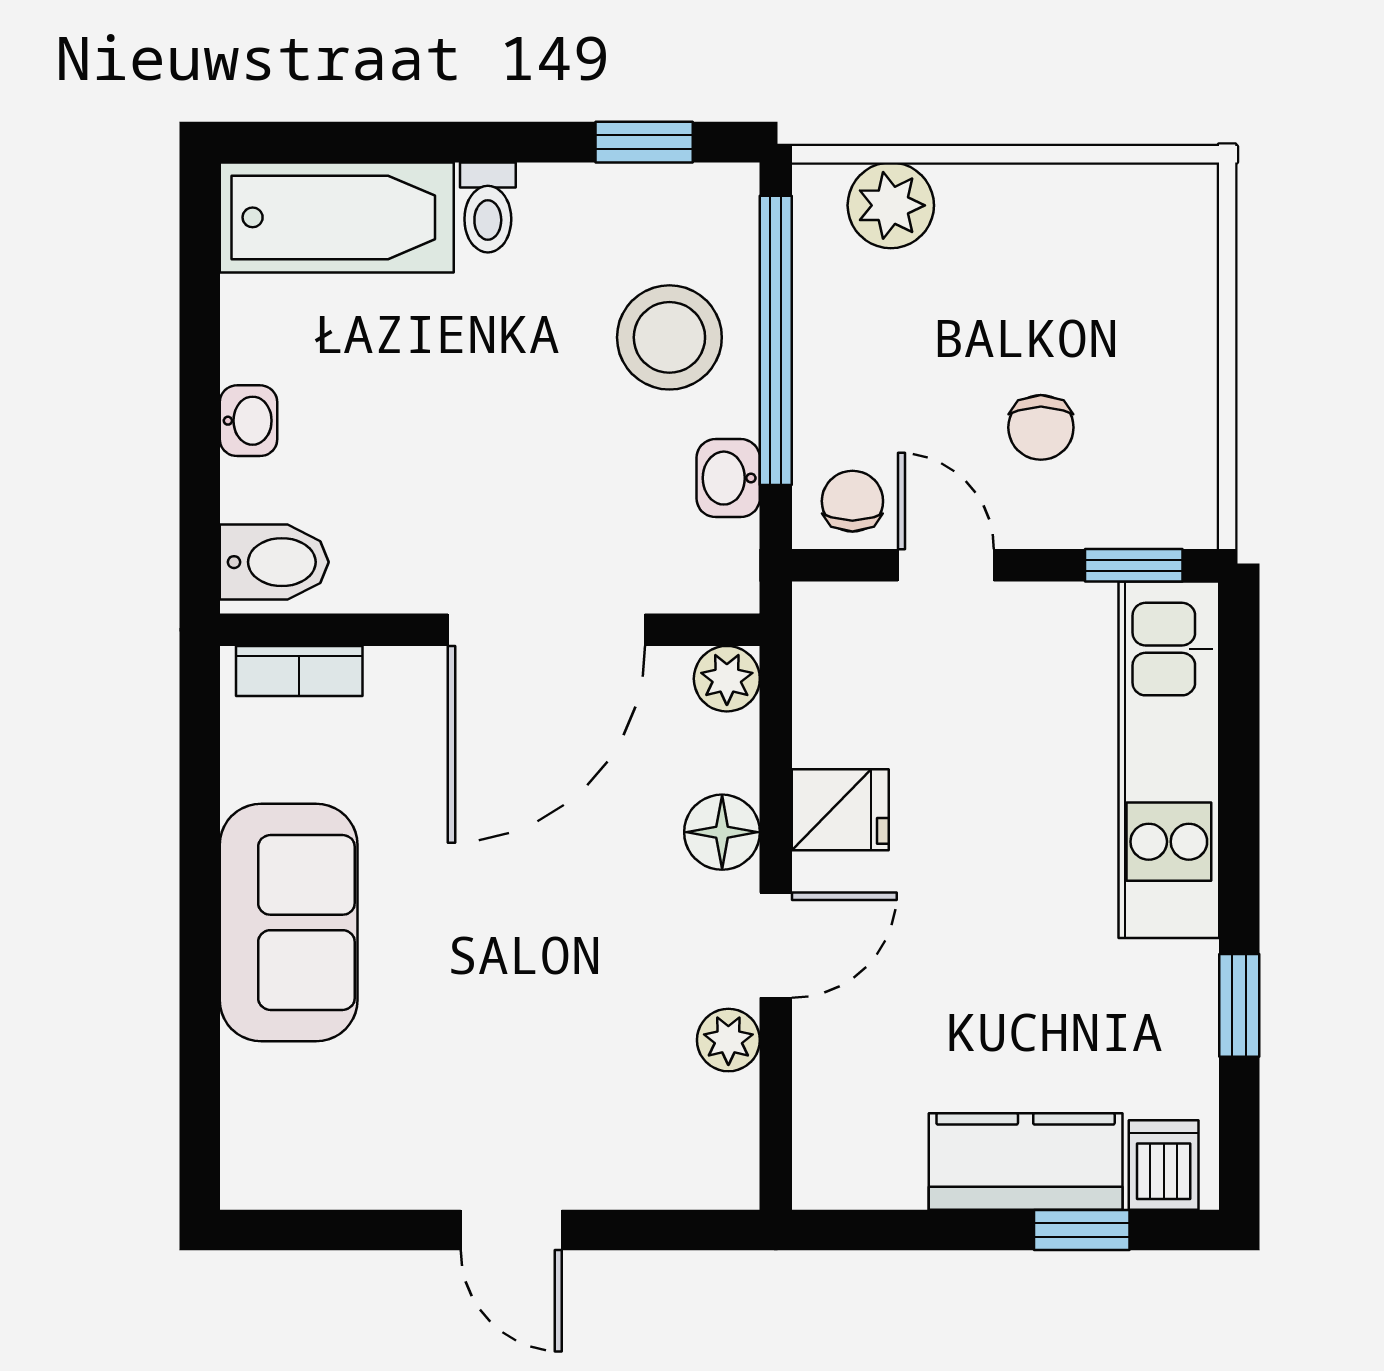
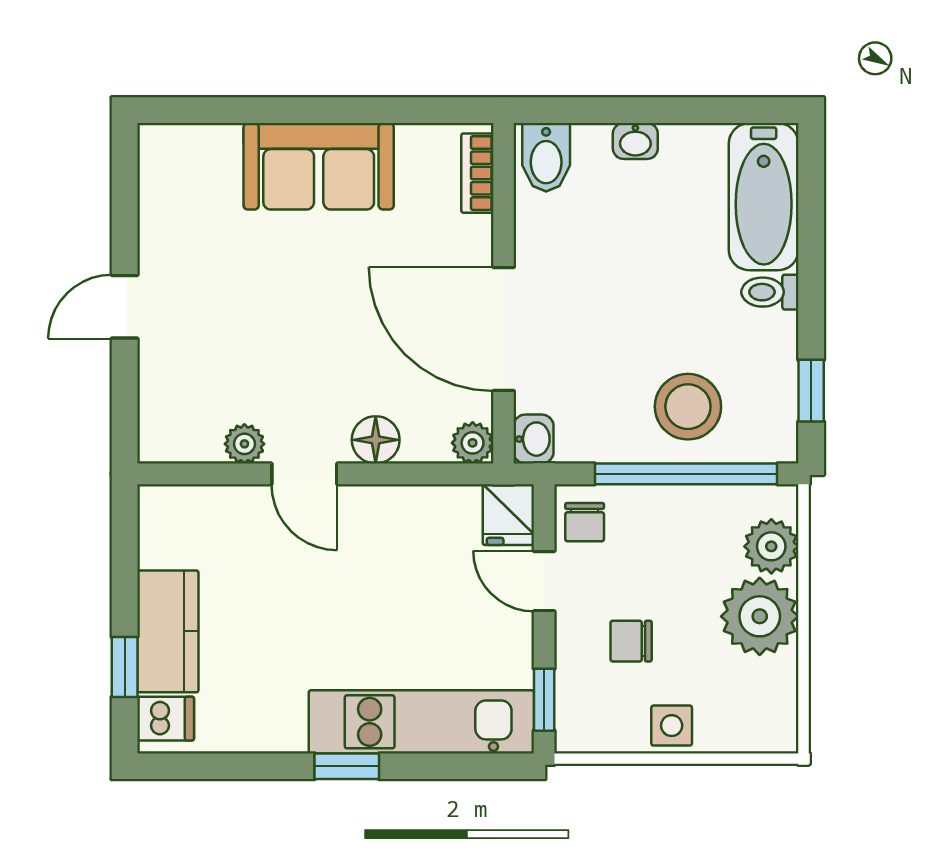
plant: (1002, 224) -> (760, 616), added
side table: (1175, 363) -> (672, 726), added
washbasin: (728, 478) -> (534, 439), moved, turned 90
chair: (852, 501) -> (585, 522), turned 90
door: (946, 565) -> (544, 581), swing flipped
fridge: (840, 810) -> (508, 515), moved
window: (1239, 1005) -> (347, 766), moved

